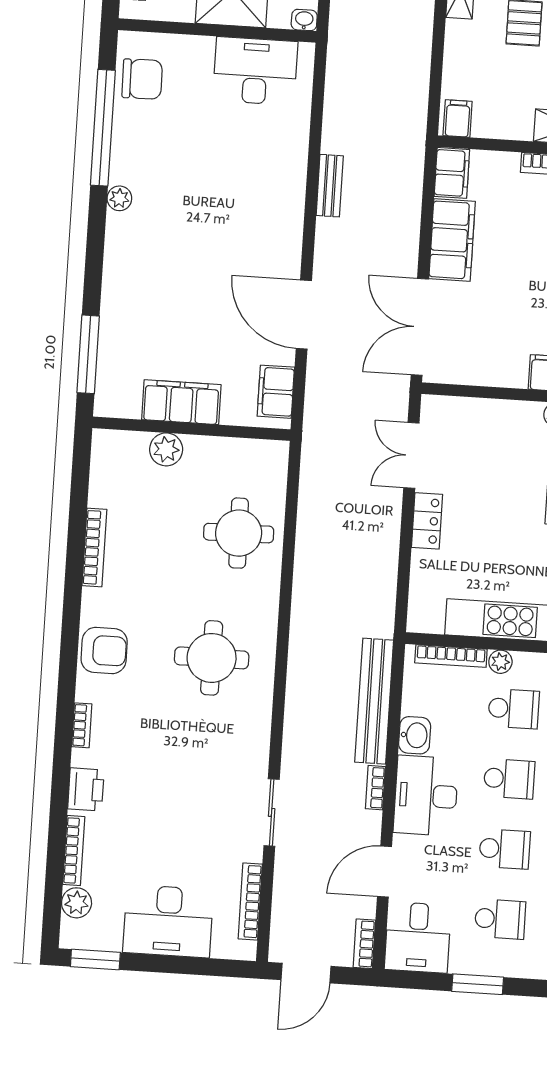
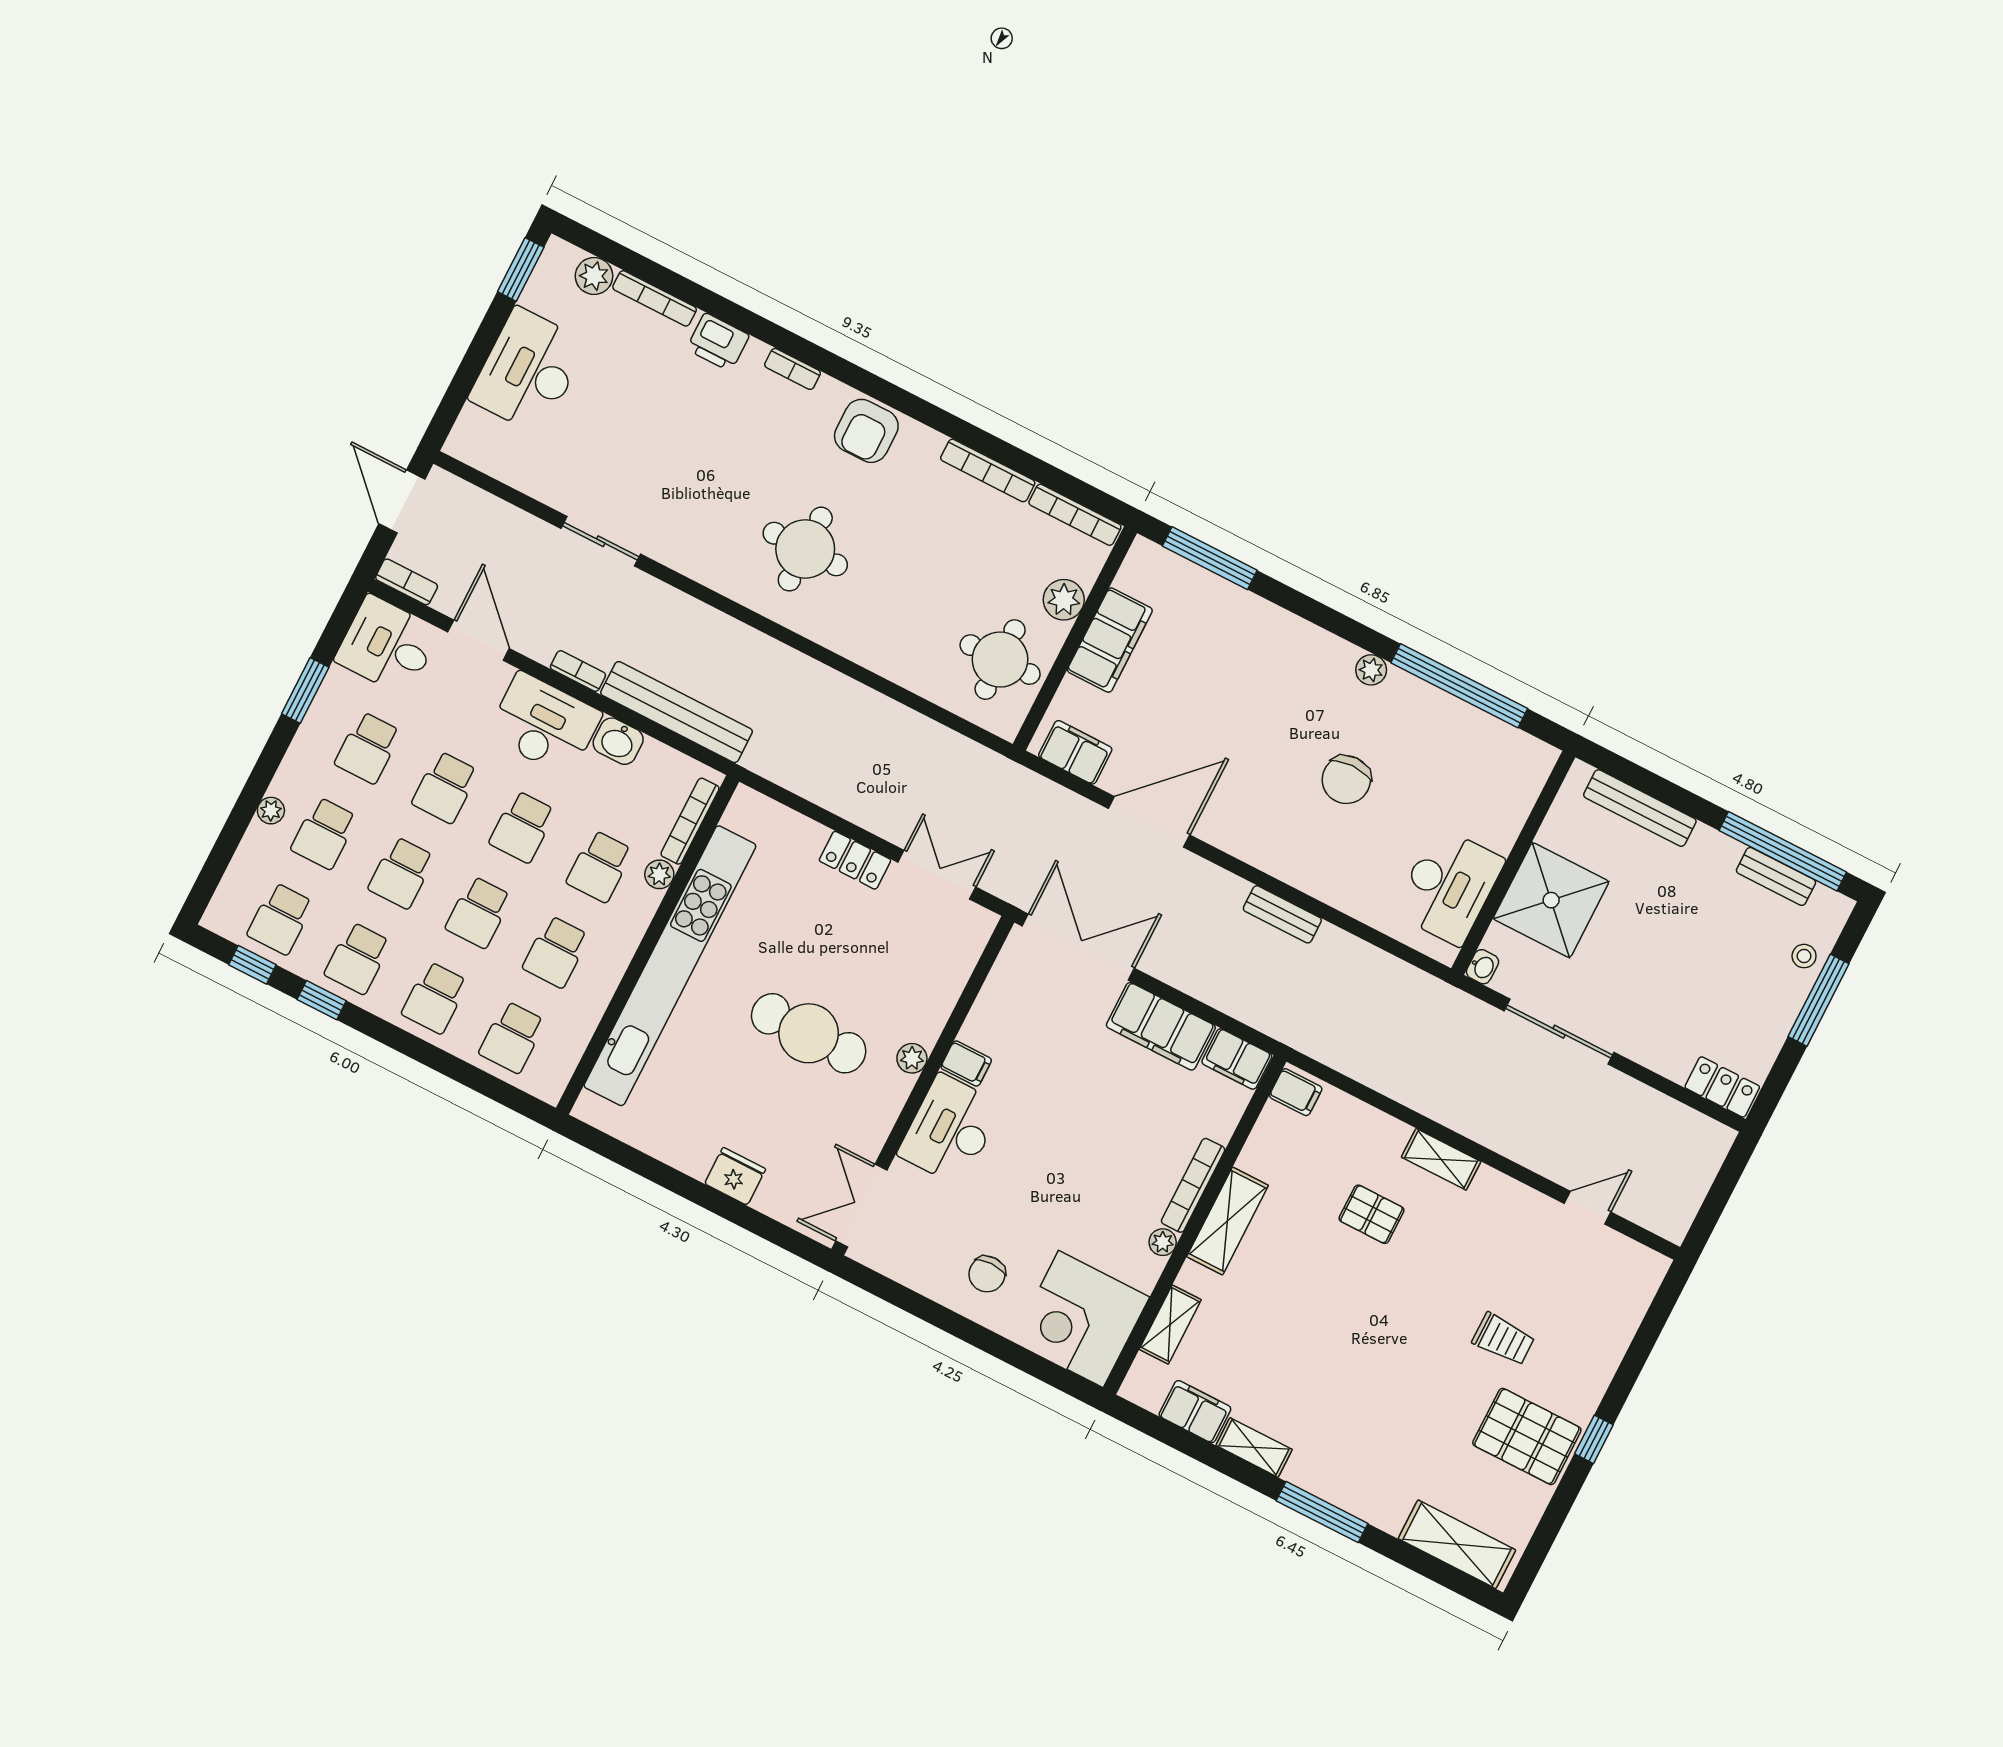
chair: (142, 79) -> (1346, 780), moved
round table: (239, 533) -> (1000, 660), moved
bookcase: (250, 901) -> (1075, 515), moved, turned 180

